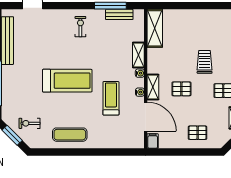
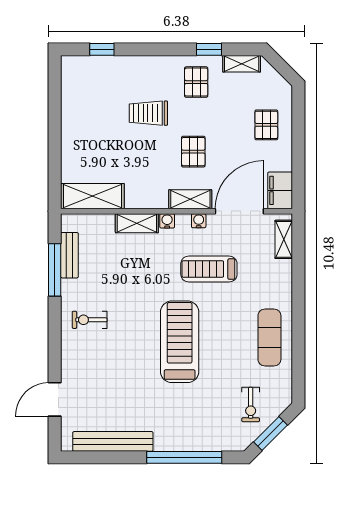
filing cabinet: (153, 141) -> (280, 190), width x2.00
shelving: (129, 143) -> (284, 239), added

